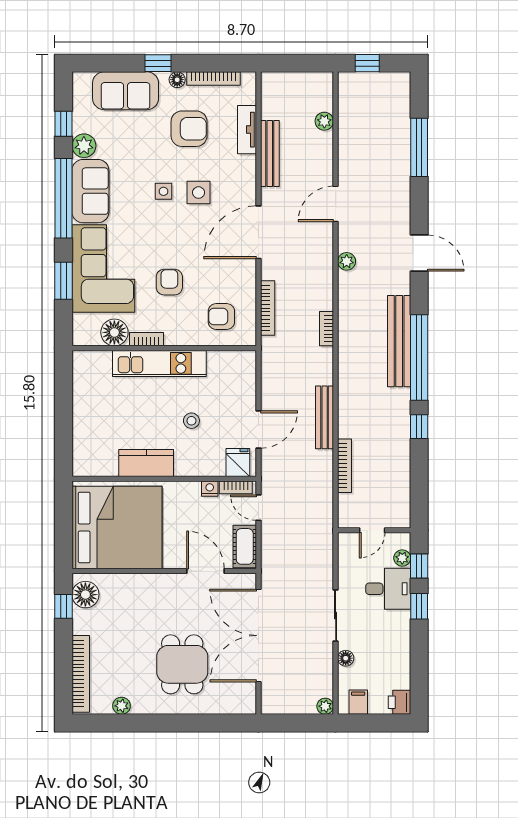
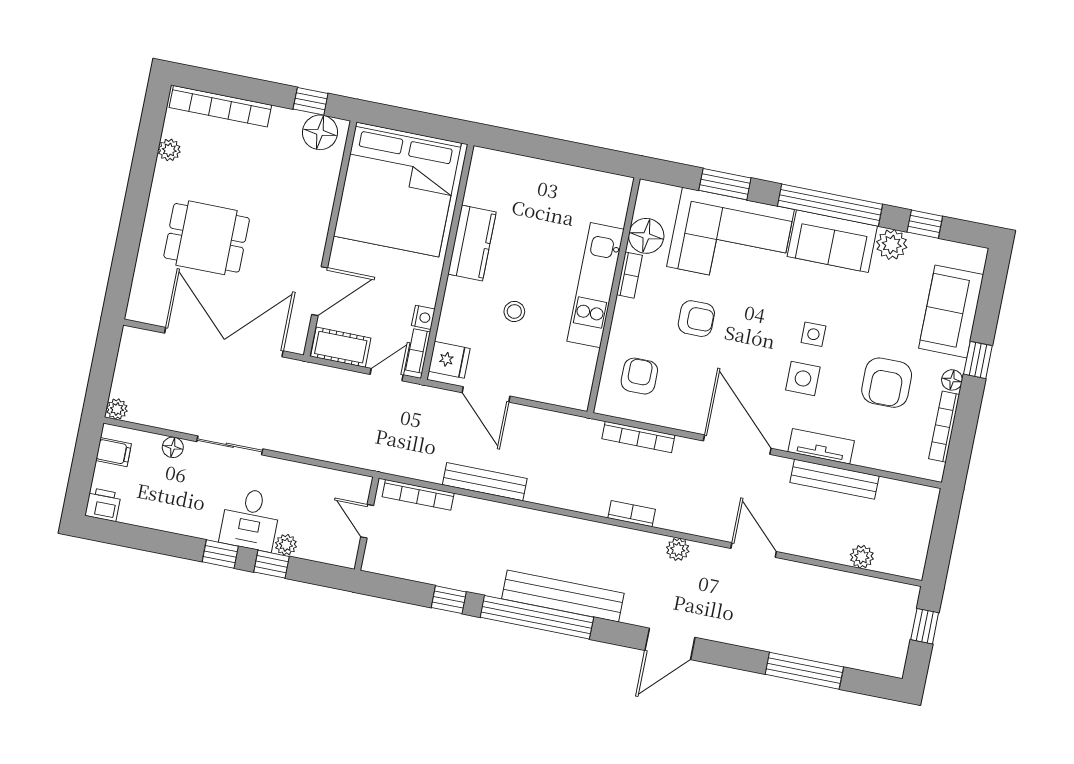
tv unit: (247, 130) -> (821, 446), moved
bookcase: (326, 329) -> (632, 514), moved
door: (372, 530) -> (367, 521), moved
wall: (374, 530) -> (367, 524), moved

